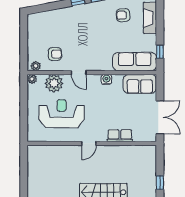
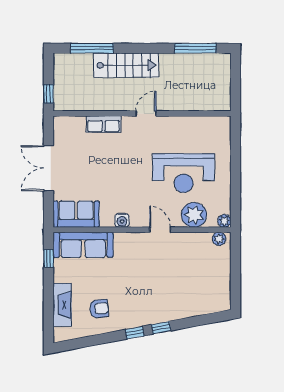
armchair: (55, 54) -> (193, 255), removed
row of seats: (120, 136) -> (104, 124), moved
door: (89, 143) -> (146, 113), moved
wall: (92, 143) -> (142, 113), moved
window: (160, 183) -> (49, 94), moved

